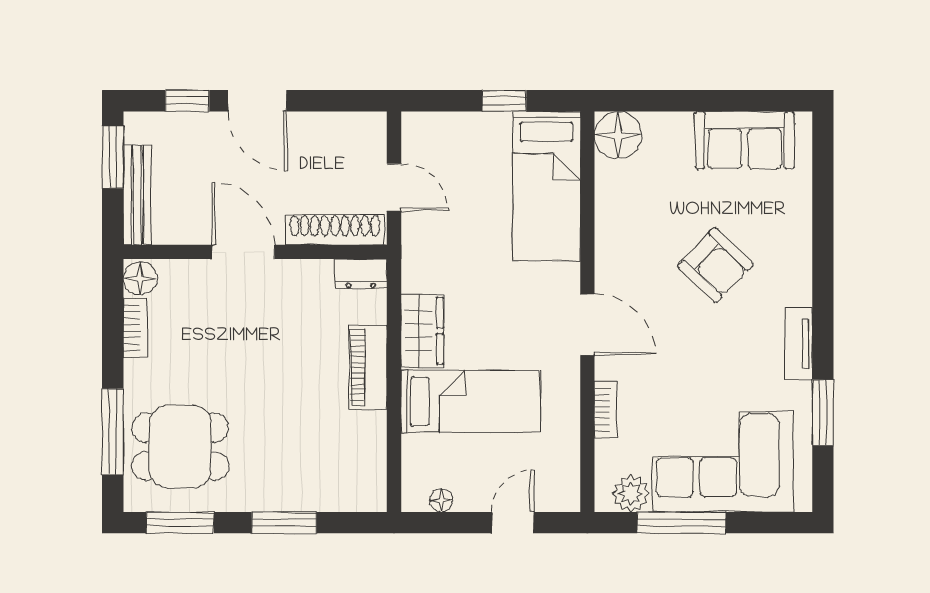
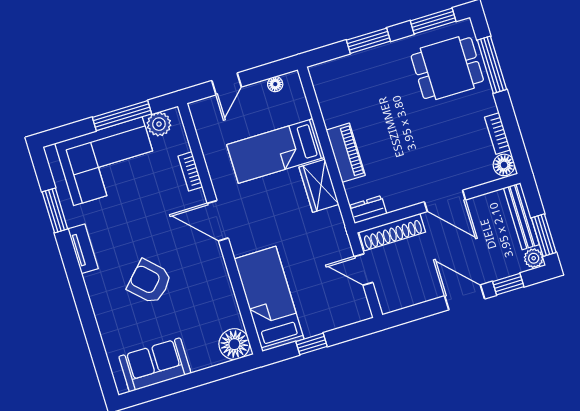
plant: (138, 128) -> (534, 258), added

